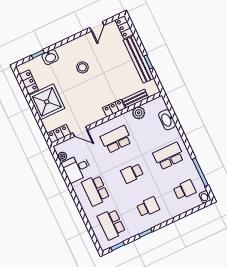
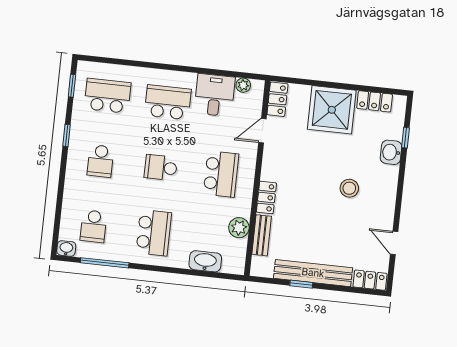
school desk: (132, 173) -> (161, 168), turned -90

